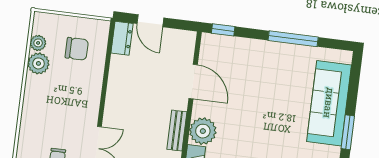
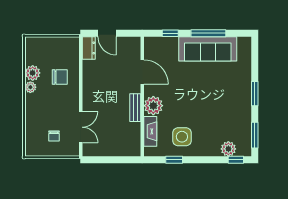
window: (223, 30) -> (170, 33), moved
plant: (38, 43) -> (30, 87), moved
chair: (77, 49) -> (60, 77), moved
sofa: (329, 103) -> (208, 49), moved, turned -90

